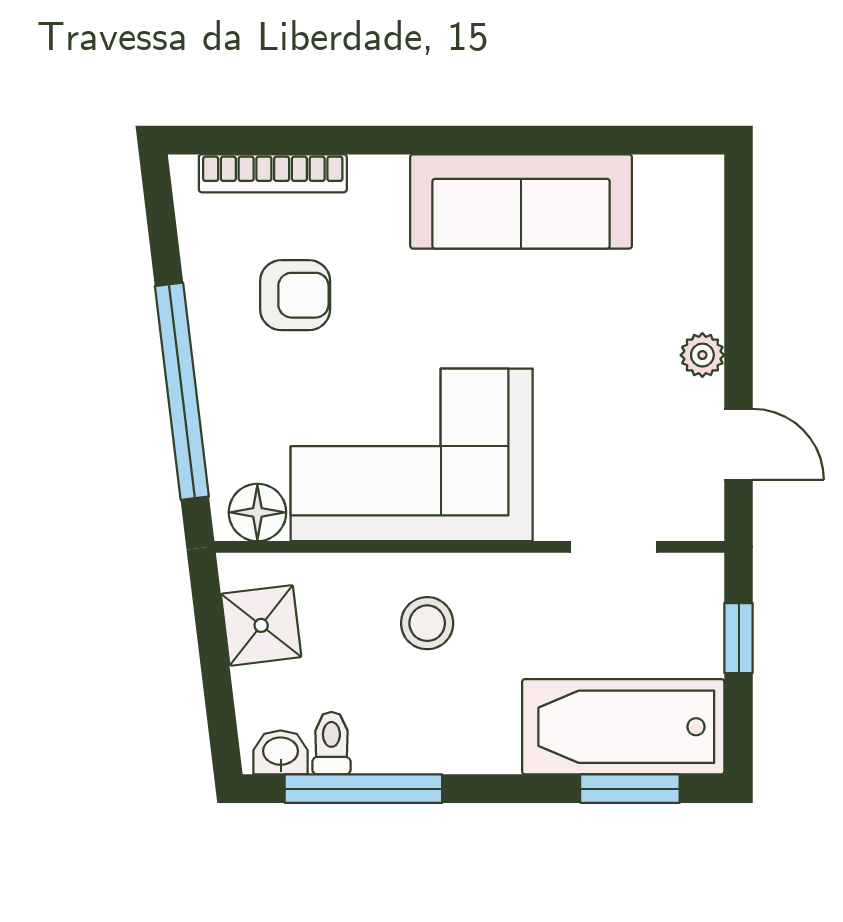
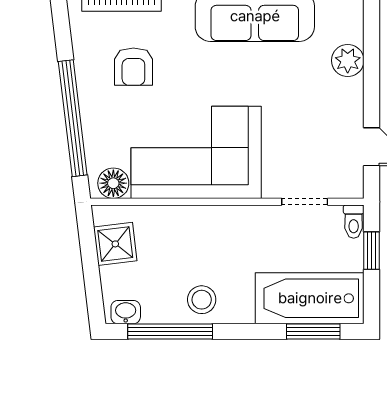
armchair: (295, 295) -> (133, 67), turned 90
plant: (702, 355) -> (348, 60), moved, width x1.38, depth x1.38
stool: (427, 623) -> (202, 300), moved
toilet: (331, 743) -> (354, 222), moved, turned 180

